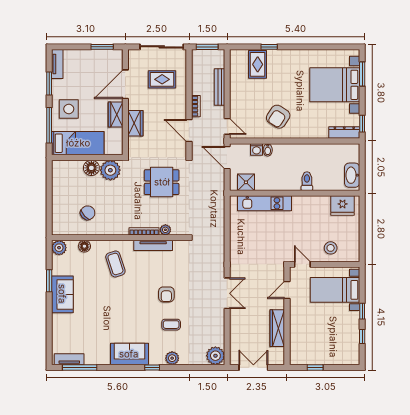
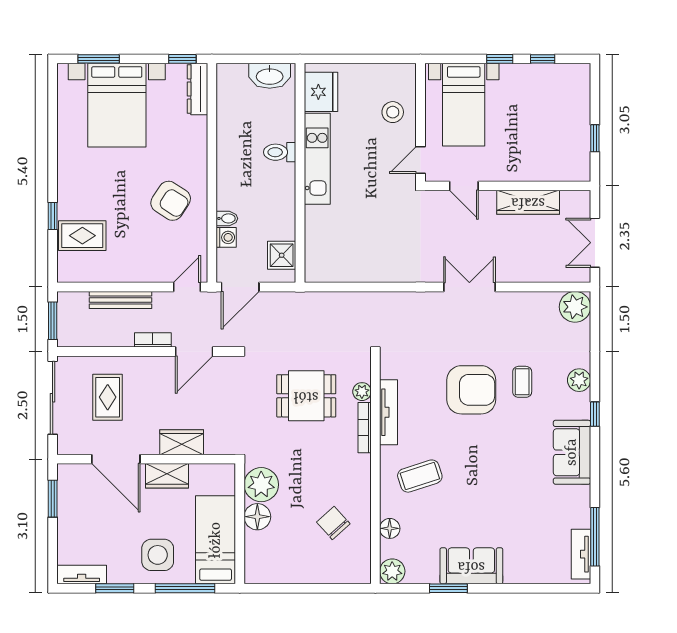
dining table: (162, 182) -> (306, 396), moved, turned 90
kitchen unit: (265, 203) -> (317, 159), moved
armchair: (166, 294) -> (471, 390), width x1.88, depth x1.88

